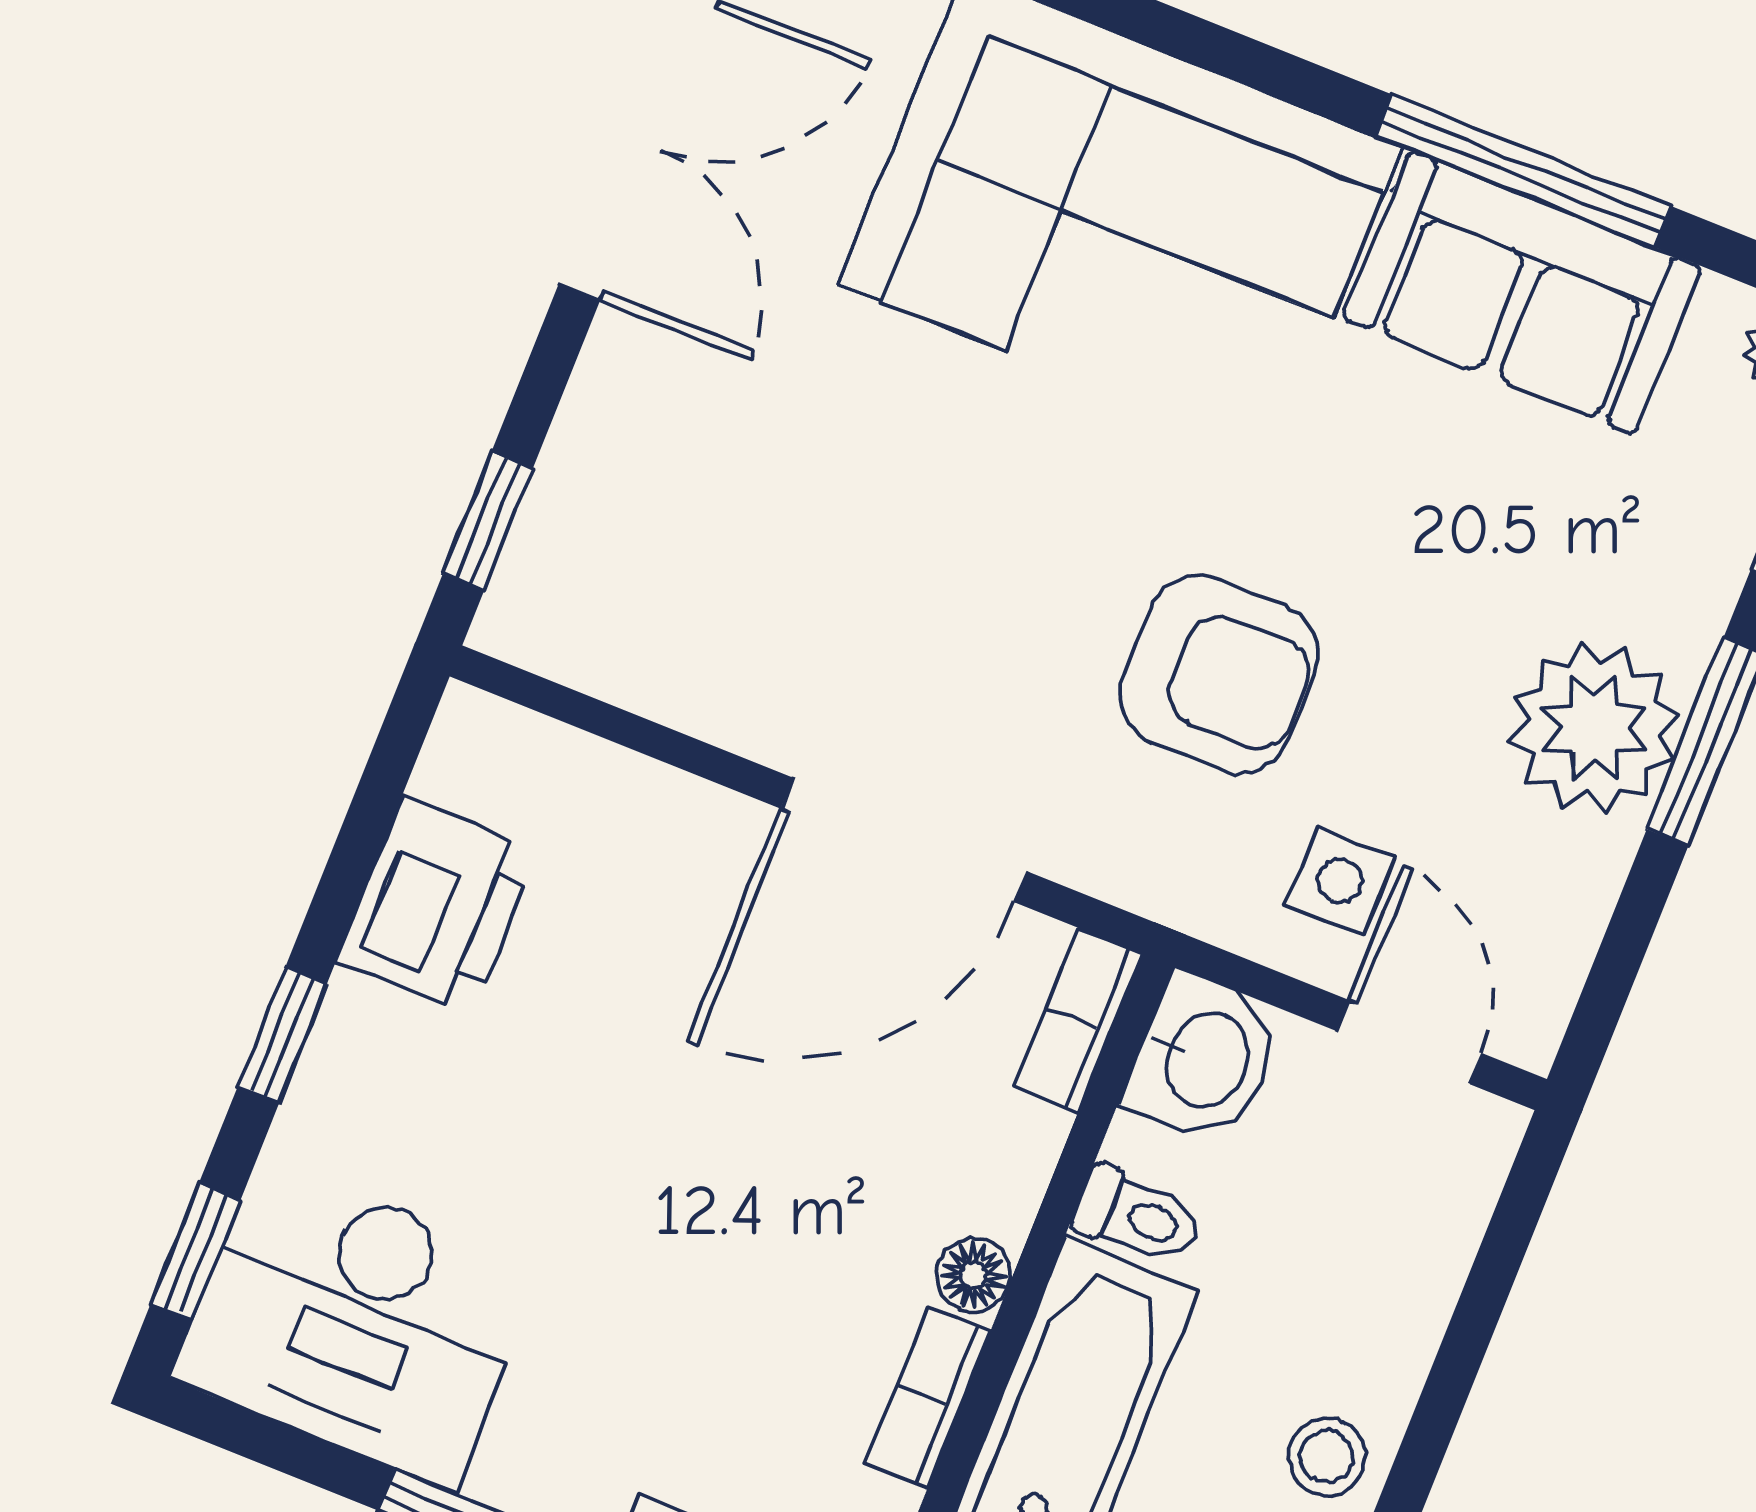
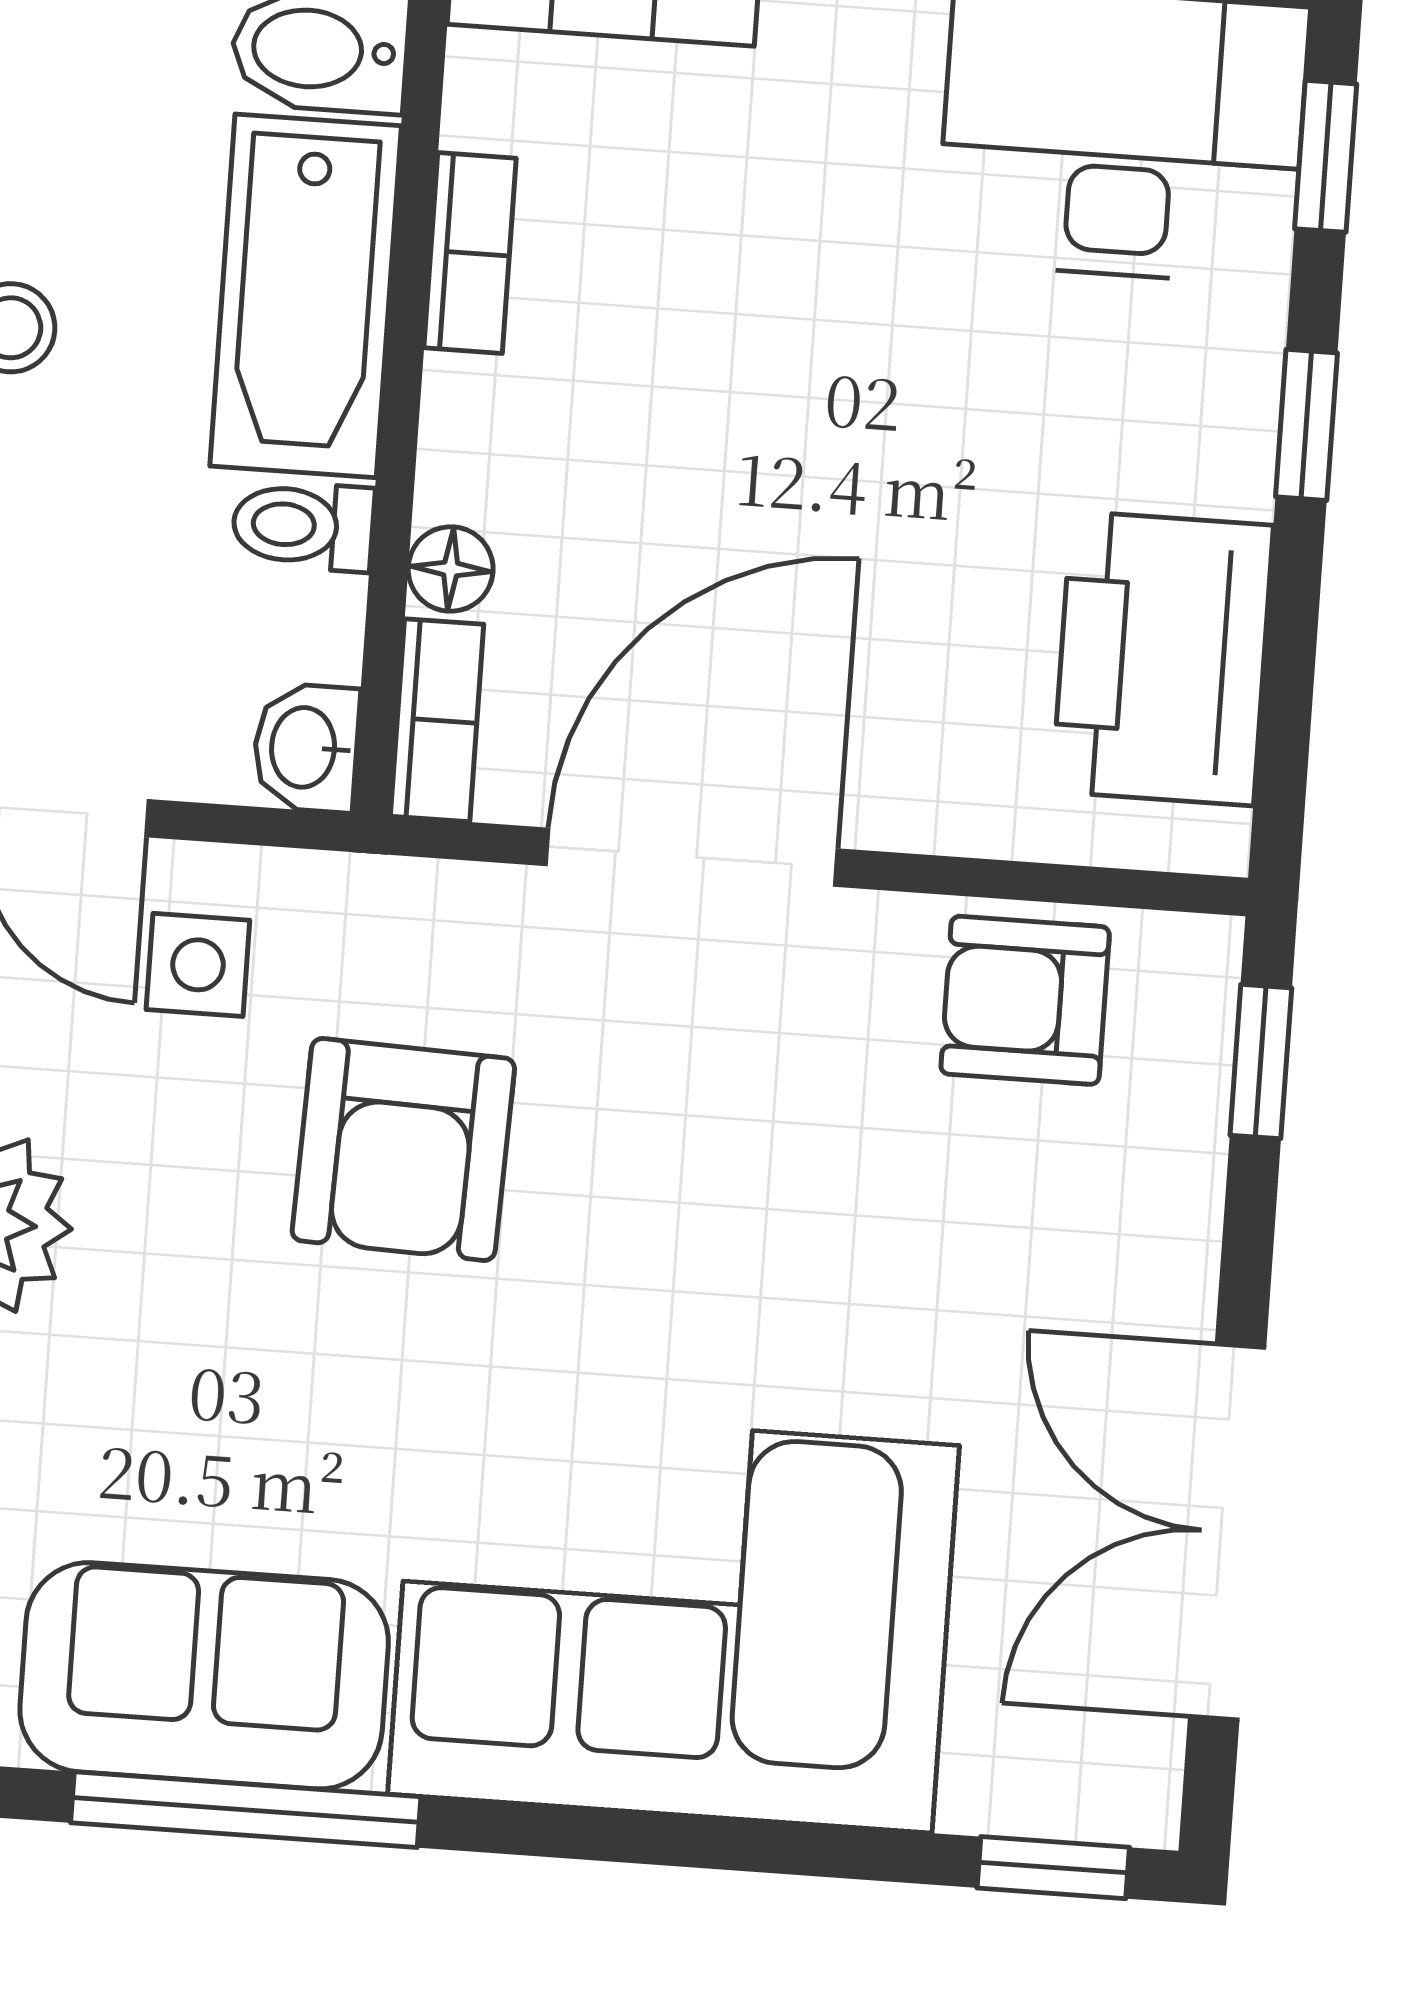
armchair: (666, 634) -> (1025, 1000), added
armchair: (1219, 675) -> (403, 1150), turned -88
printer: (437, 906) -> (1162, 658), width x1.37, depth x1.19
washbasin: (1204, 1059) -> (306, 748), width x0.72, depth x0.69
floor lamp: (974, 1275) -> (451, 569), moved

